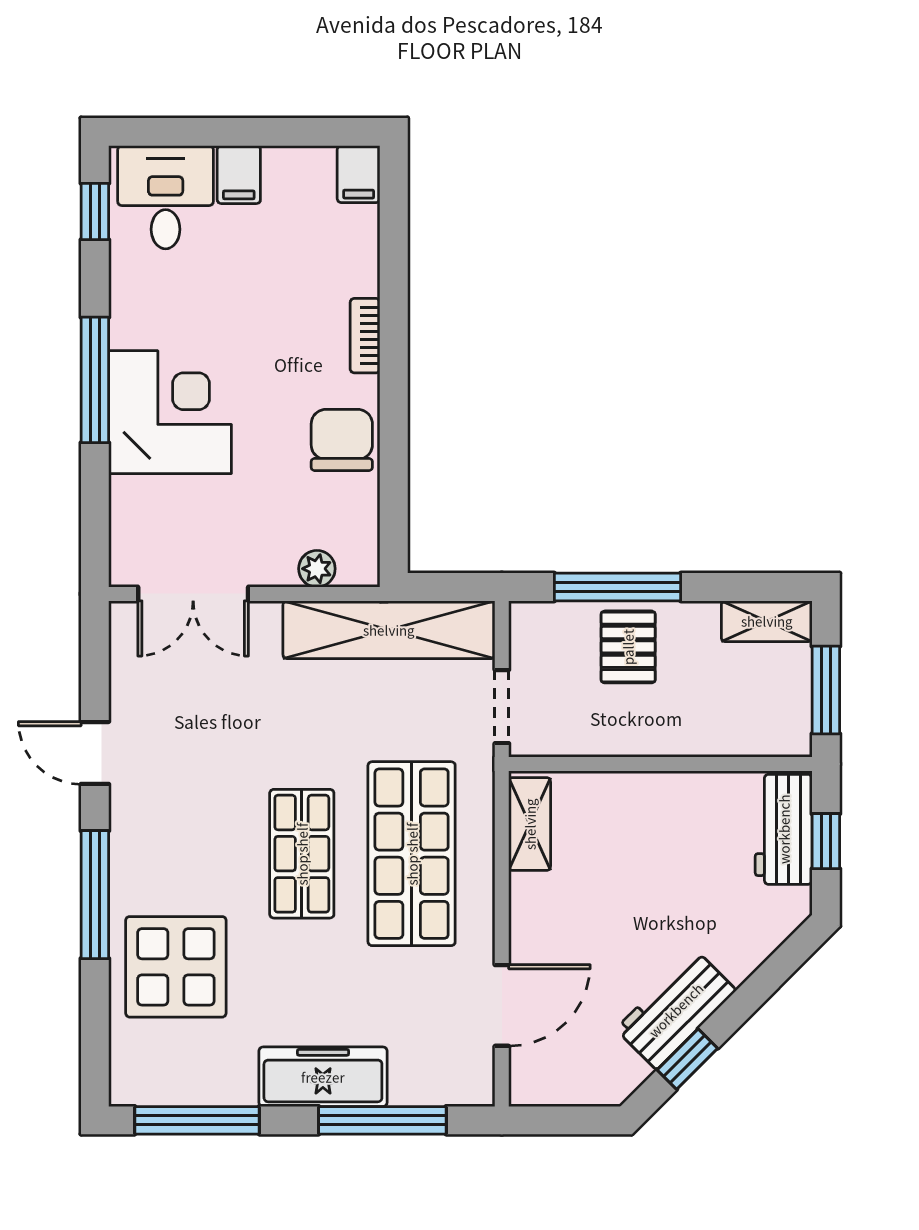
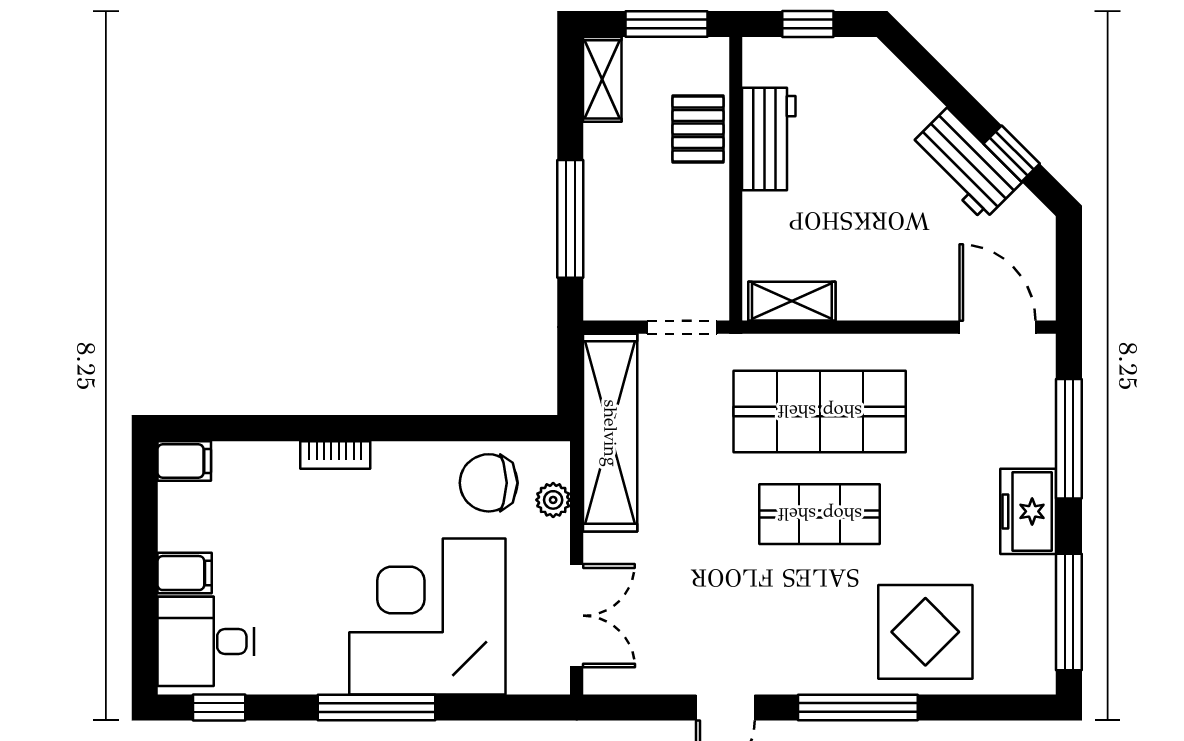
corner desk: (170, 412) -> (427, 617), width x1.36, depth x1.36
chair: (342, 440) -> (489, 483), moved
pallet: (628, 647) -> (698, 129), moved, turned 90
workbench: (784, 829) -> (769, 139), moved, turned -90
door: (502, 1005) -> (997, 327), moved
freezer: (323, 1077) -> (1028, 511), width x0.71

